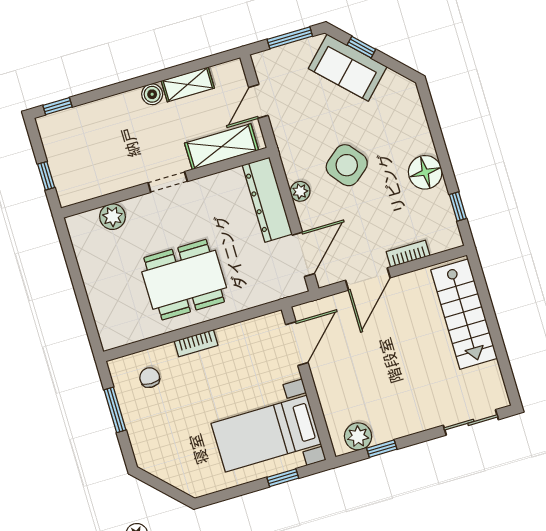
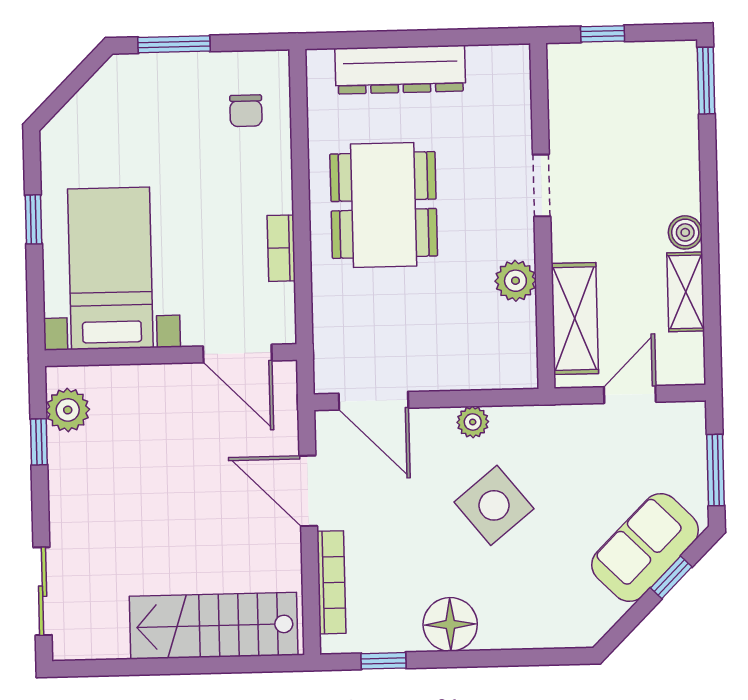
door: (258, 101) -> (630, 394), hinge flipped
window: (58, 106) -> (706, 81), width x1.50
doorway: (168, 182) -> (542, 185), moved
dresser: (267, 200) -> (400, 70), moved, turned 180
plant: (112, 217) -> (515, 281), moved
bookcase: (408, 254) -> (331, 582), width x1.56
bookcase: (196, 343) -> (281, 248), moved
chair: (150, 378) -> (246, 111), turned 90
window: (115, 410) -> (174, 44), moved
window: (283, 478) -> (33, 219), moved

